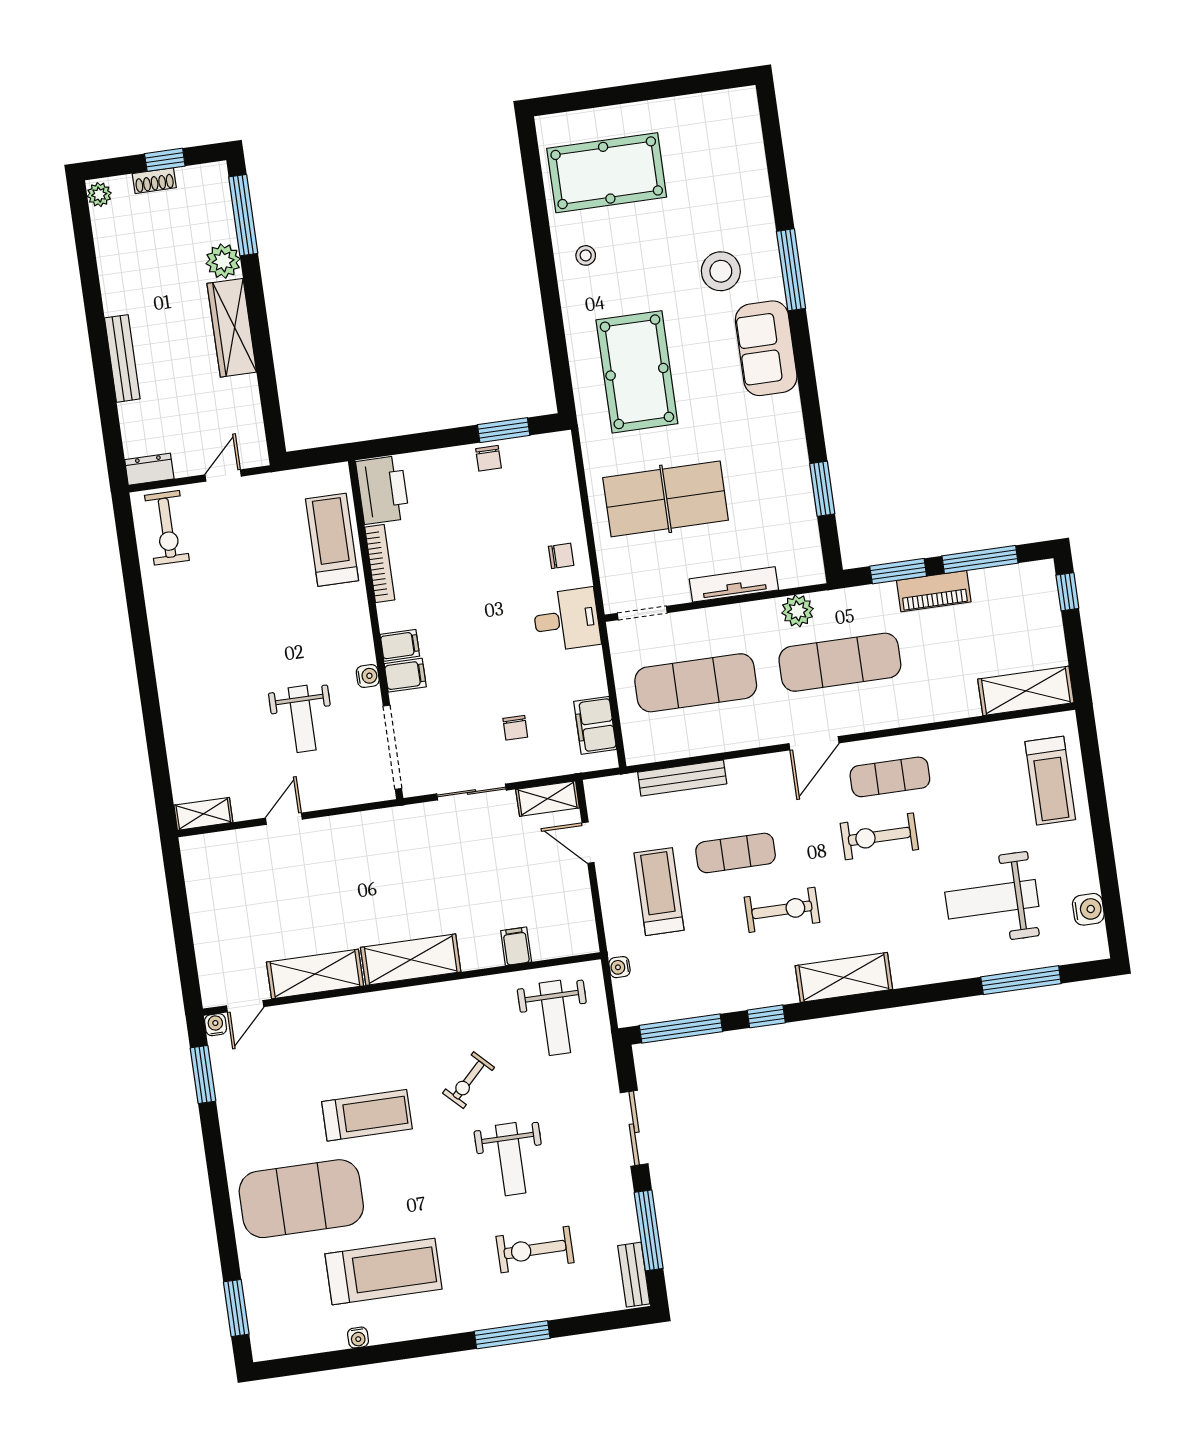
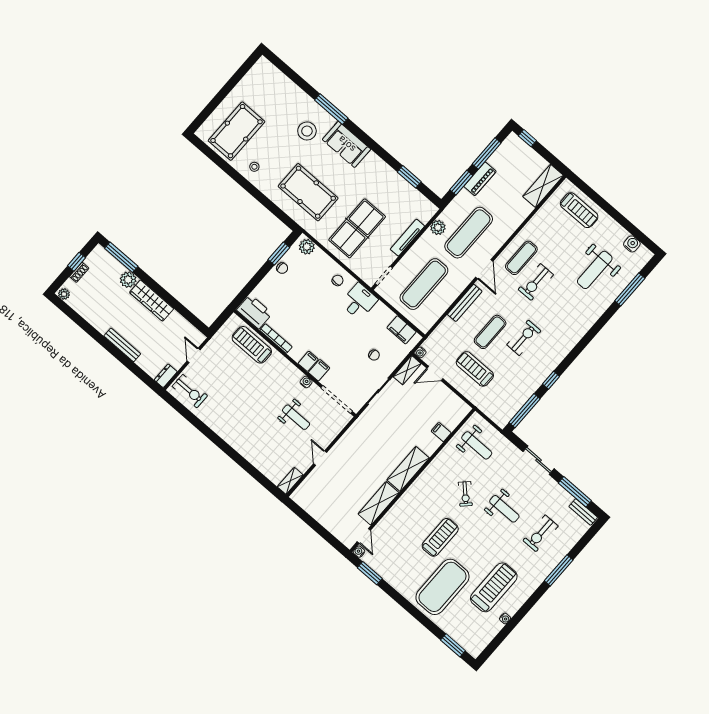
plant: (558, 458) -> (307, 247), added
bench: (682, 778) -> (465, 303), moved
water cooler: (619, 967) -> (420, 352), moved
shelving: (844, 977) -> (566, 343), removed

